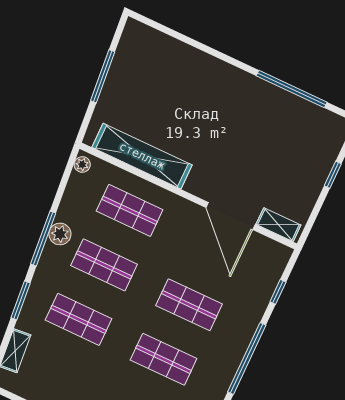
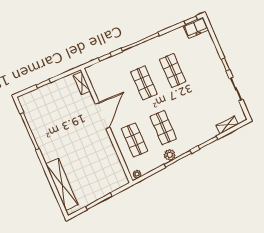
shelving: (142, 156) -> (62, 184), moved
door: (231, 216) -> (103, 116), moved
shop shelf: (78, 319) -> (192, 115), removed

